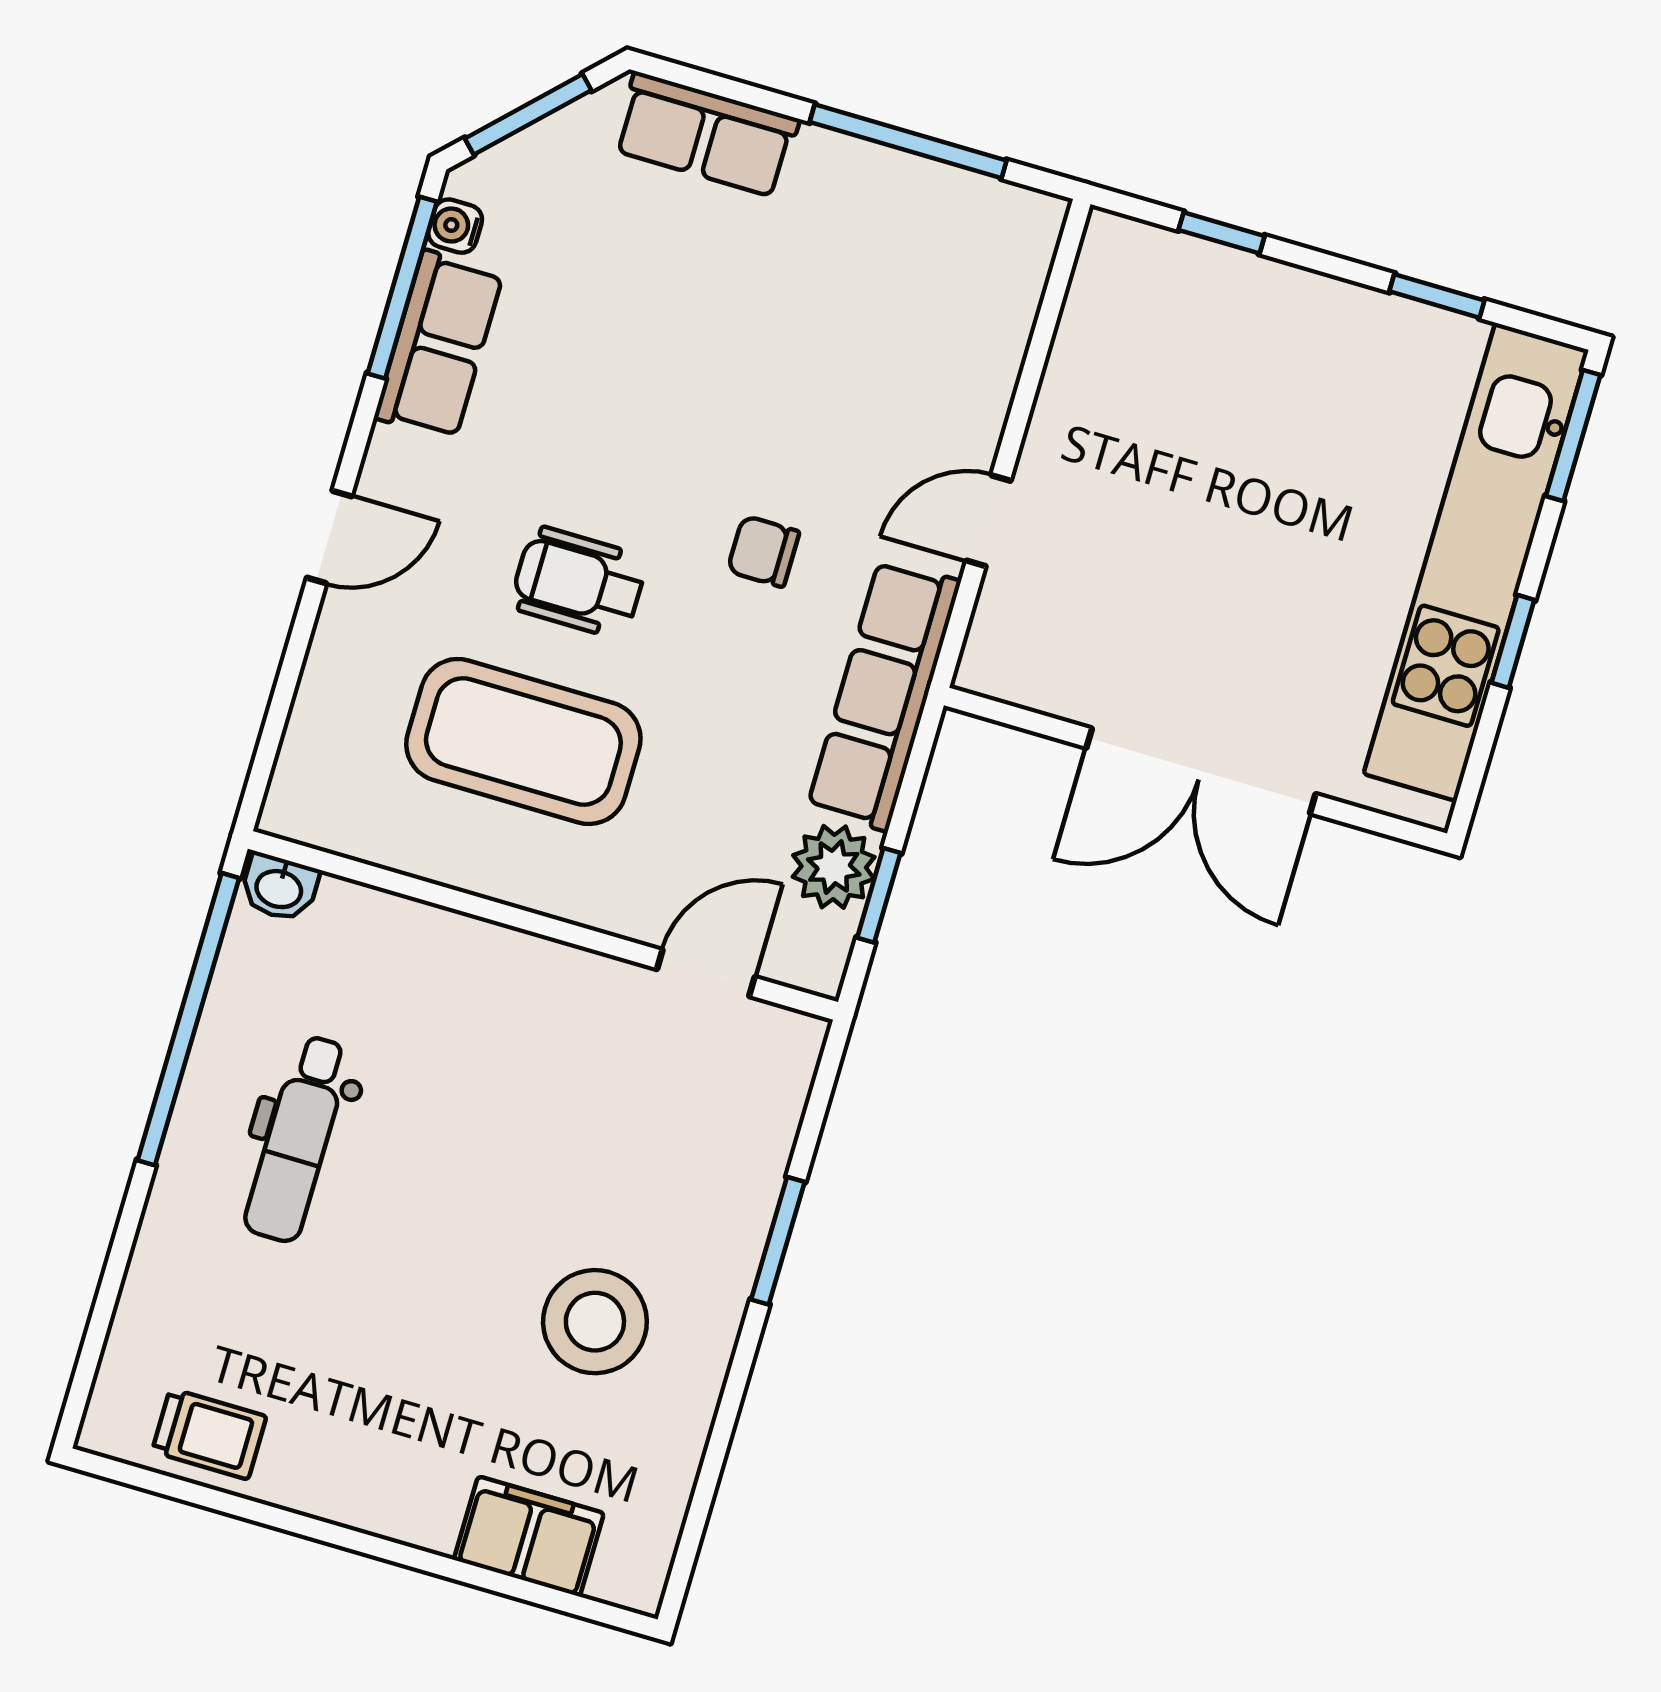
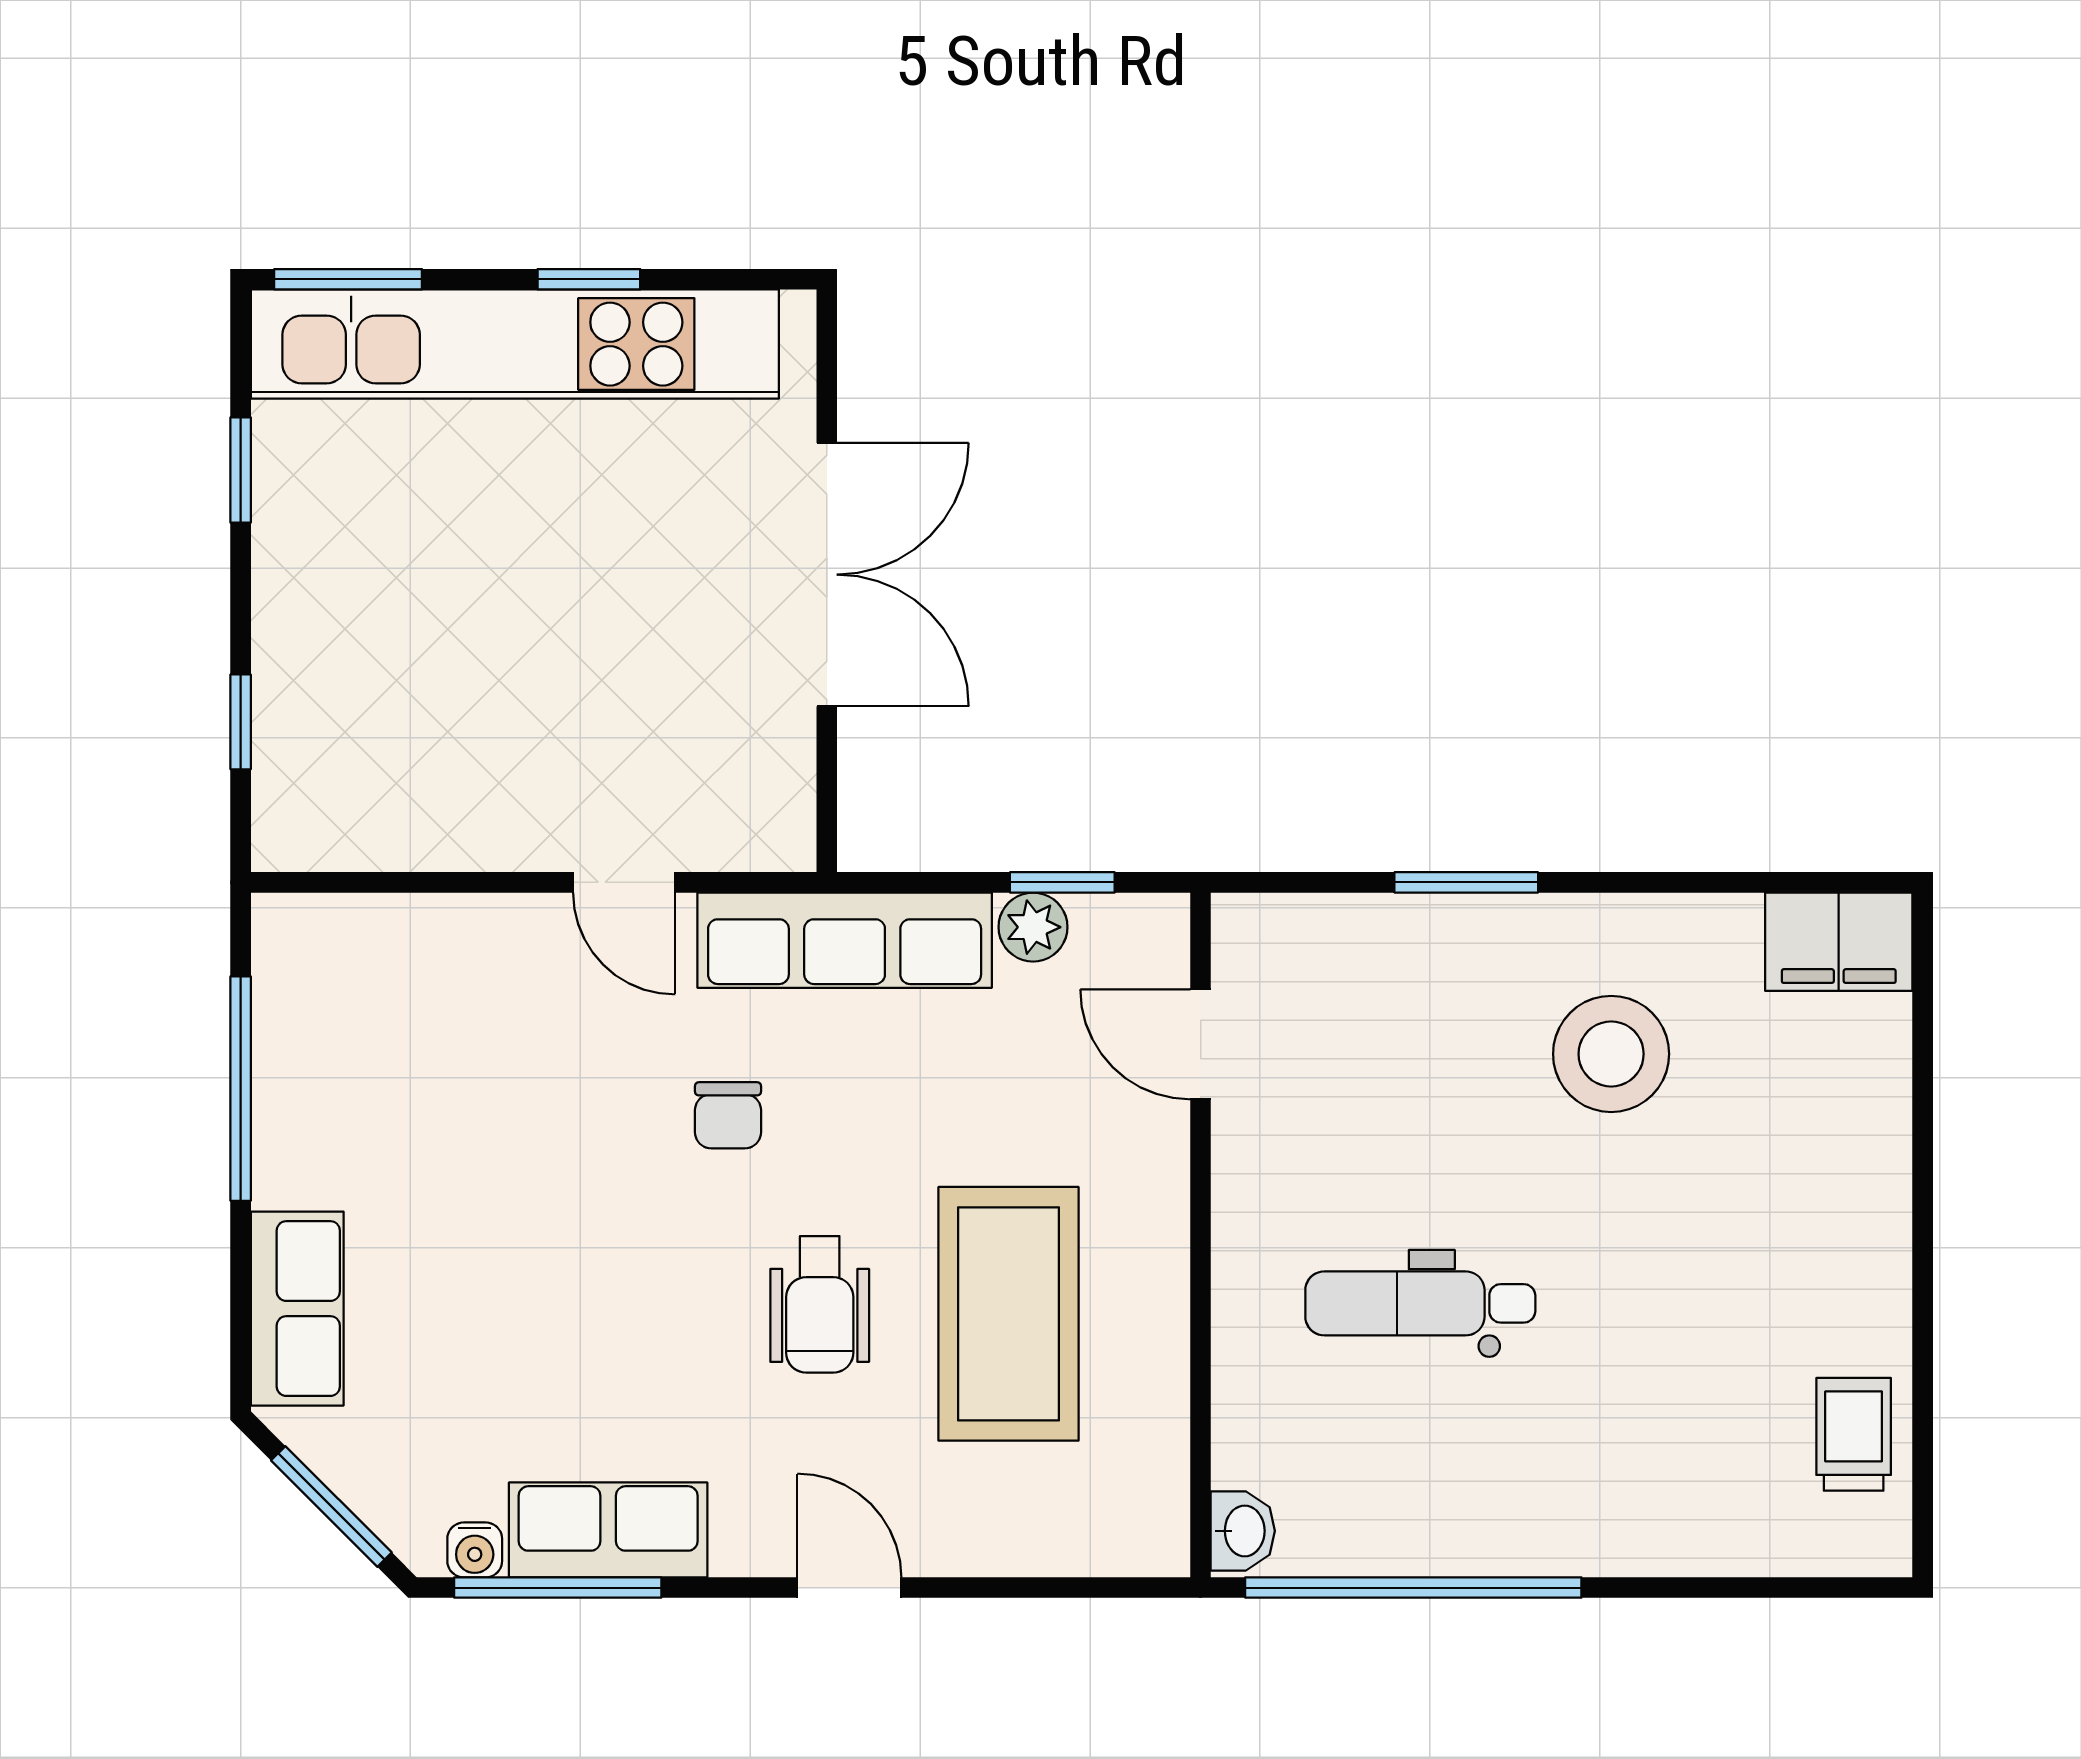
plant: (834, 867) -> (1033, 927), width x0.73, depth x0.73
dental chair: (298, 1139) -> (1420, 1303), moved, turned 180
filing cabinet: (529, 1536) -> (1839, 942), moved, turned -90

